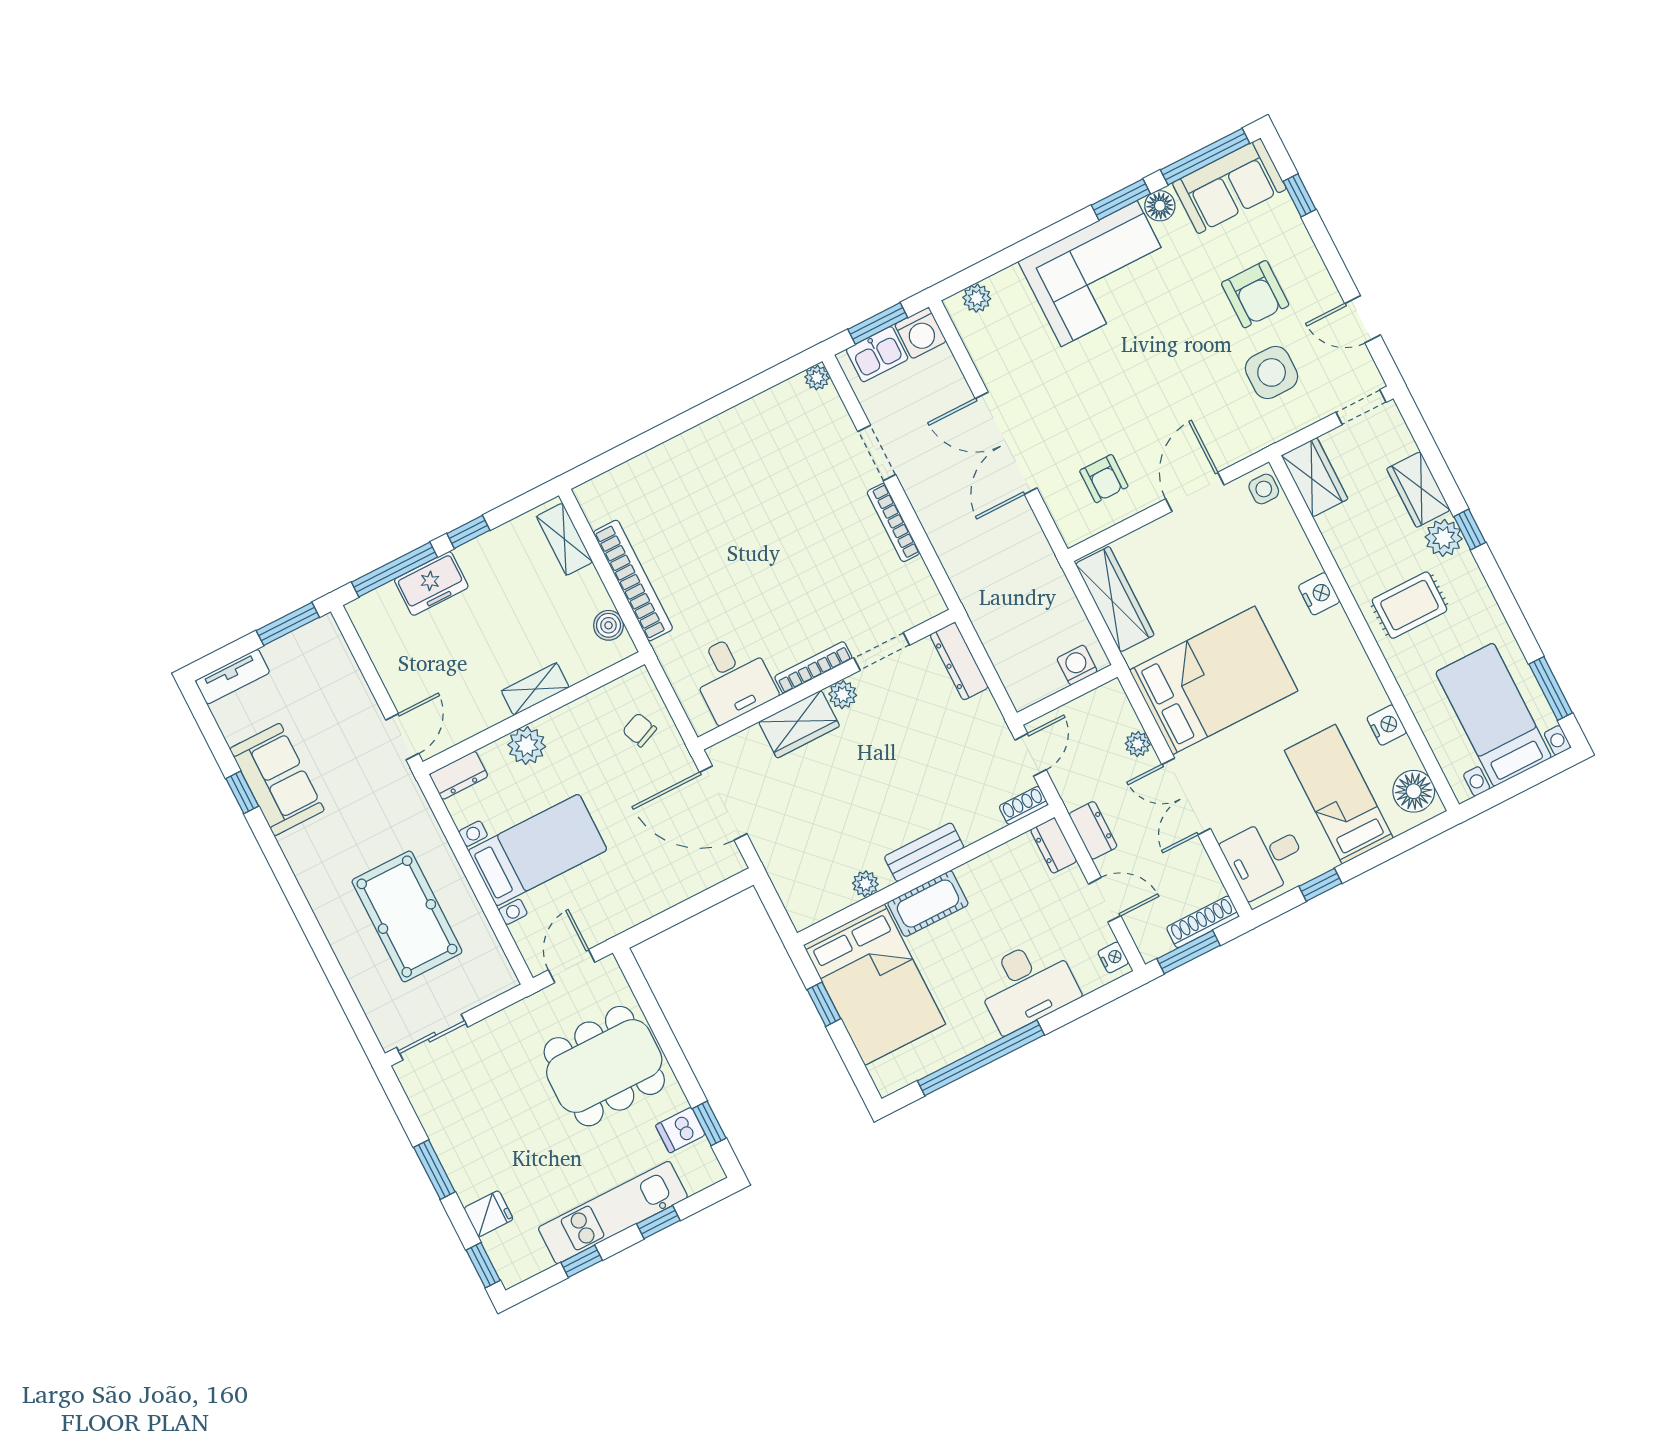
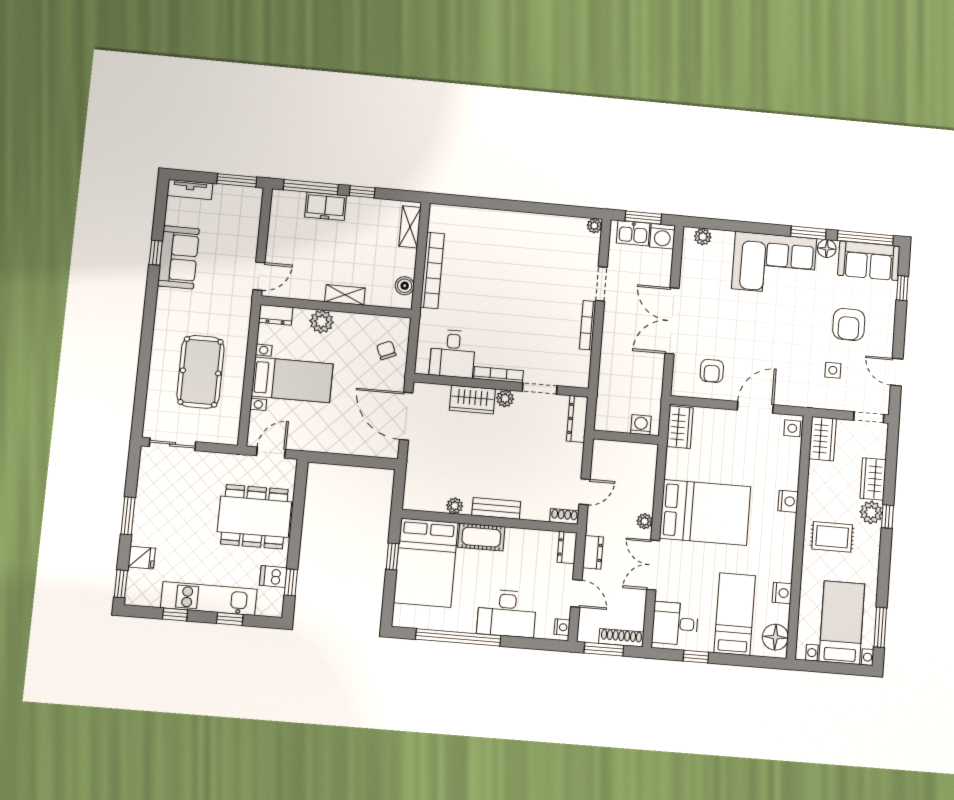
side table: (1272, 372) -> (833, 370), width x0.54, depth x0.54
wardrobe: (1115, 599) -> (680, 427), width x0.67
washing machine: (1077, 665) -> (641, 425), moved
wall: (1067, 695) -> (626, 437), moved

